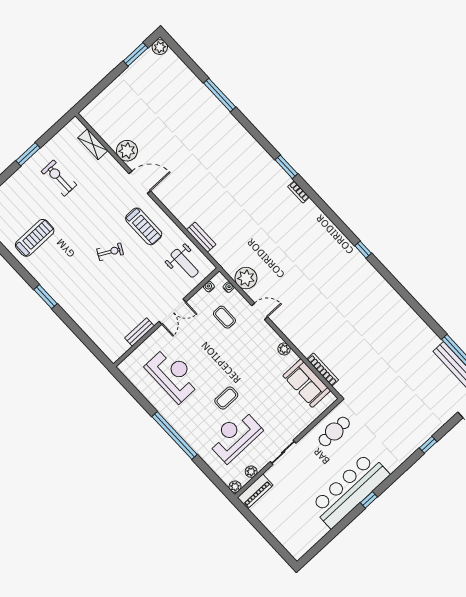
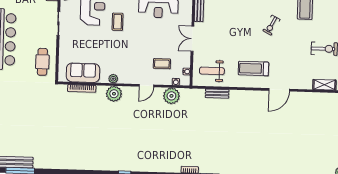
plant: (127, 151) -> (114, 94), moved
exercise bike: (110, 252) -> (271, 25), moved

